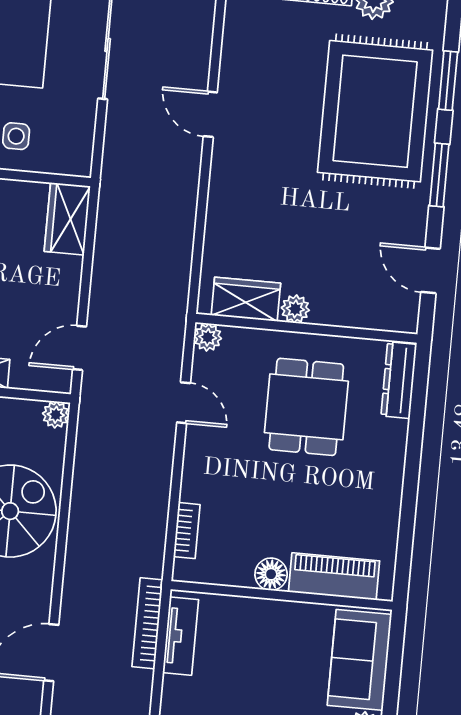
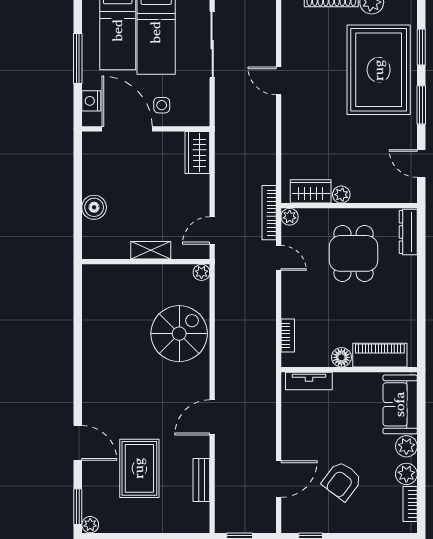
bookcase: (148, 623) -> (269, 213), moved
tv unit: (181, 636) -> (309, 381), moved, turned 90

